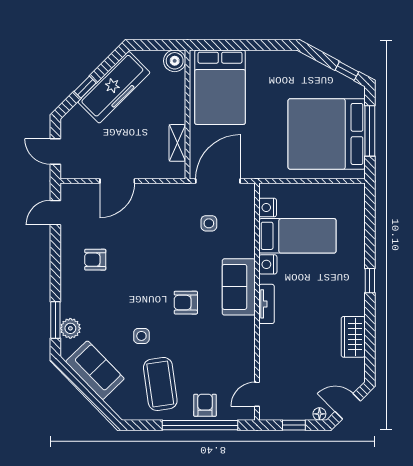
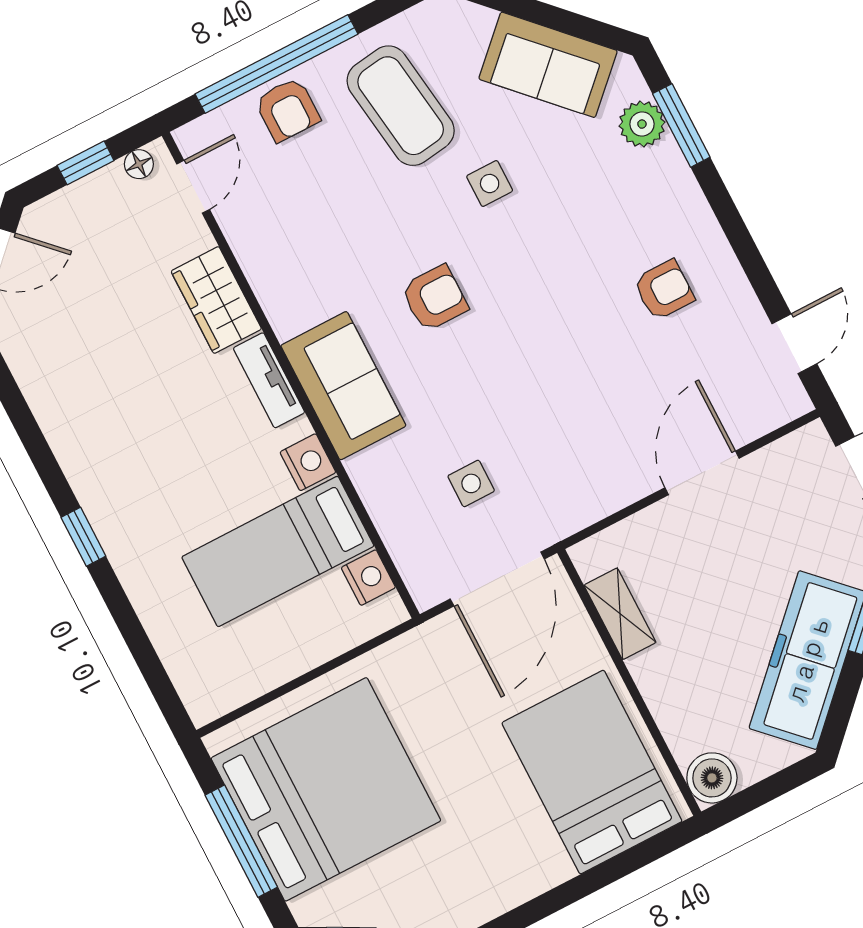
wardrobe: (353, 337) -> (216, 300), moved, turned 180
floor lamp: (319, 414) -> (139, 164), moved

